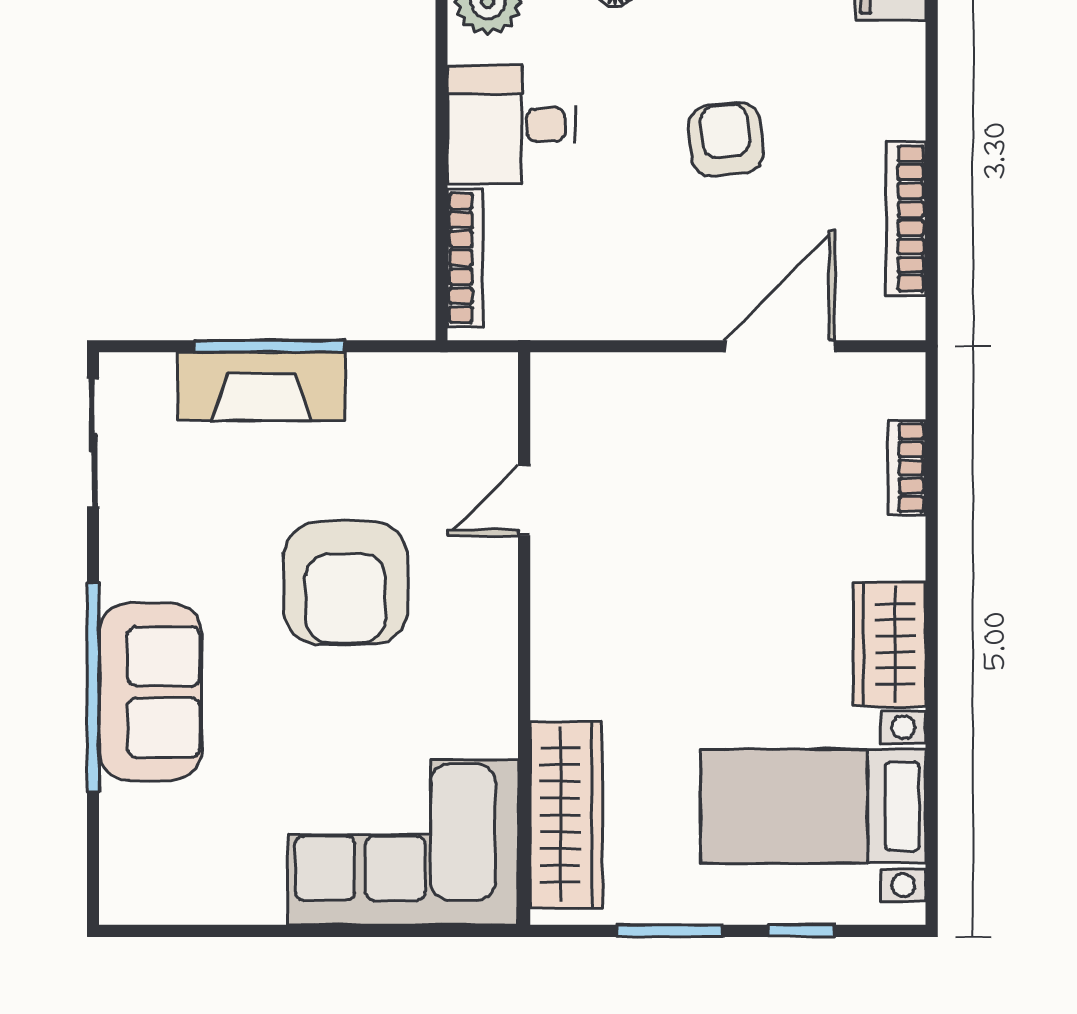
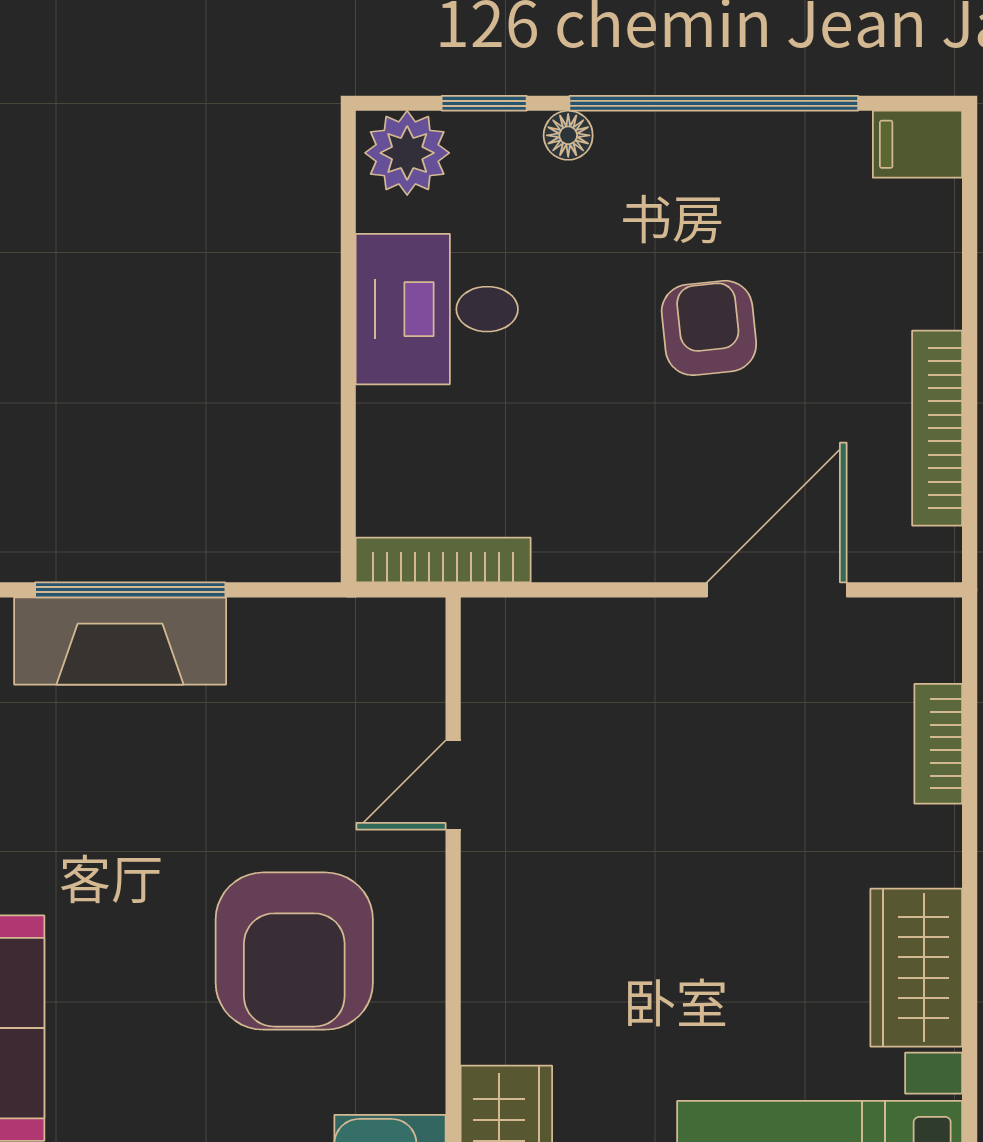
bookcase: (465, 258) -> (443, 560), moved, turned -90
armchair: (346, 583) -> (294, 951), moved

